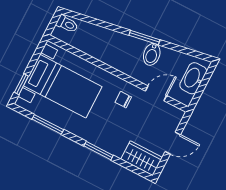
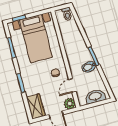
door: (156, 93) -> (72, 85), swing flipped
plant: (174, 116) -> (70, 104), added

